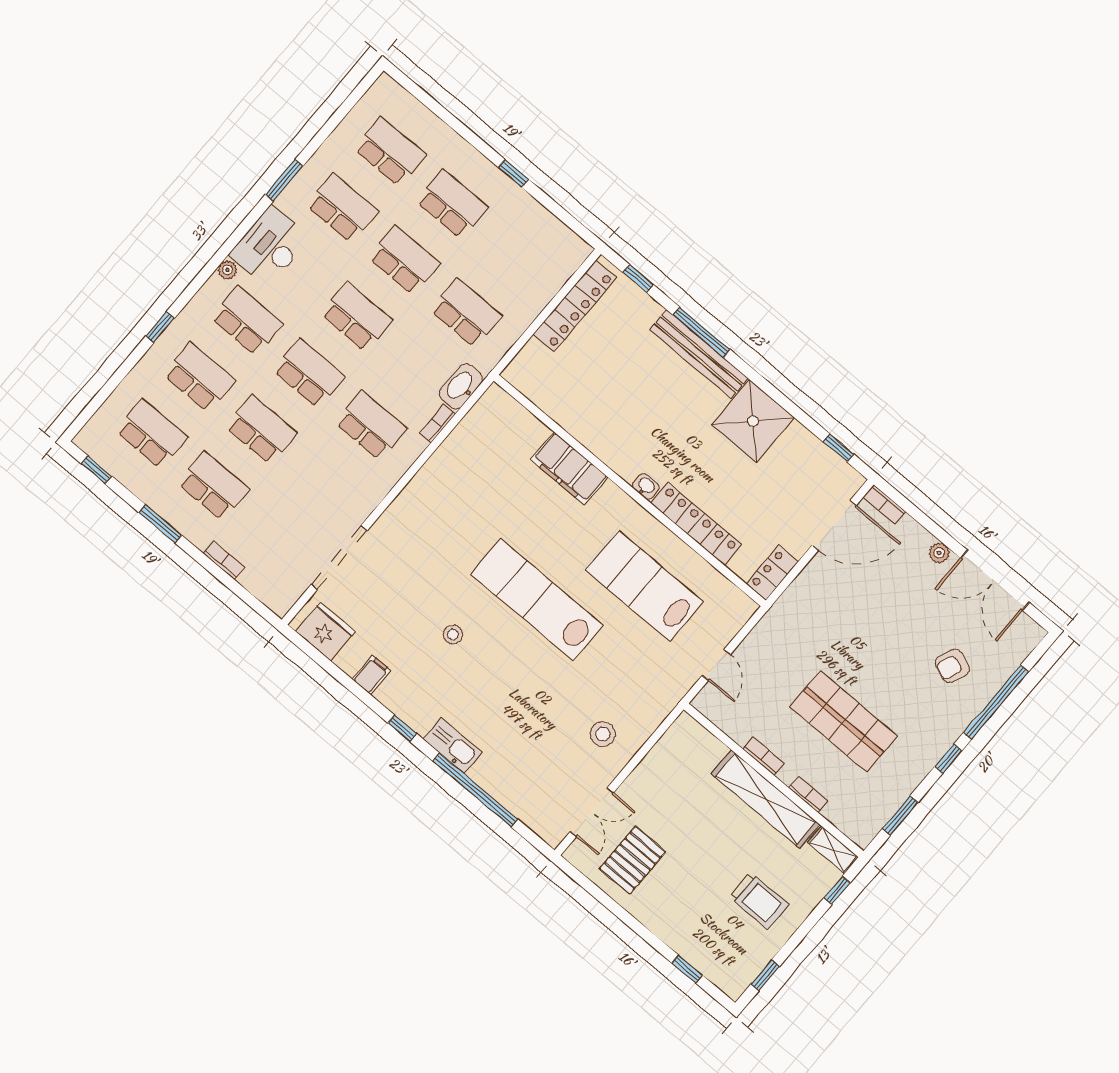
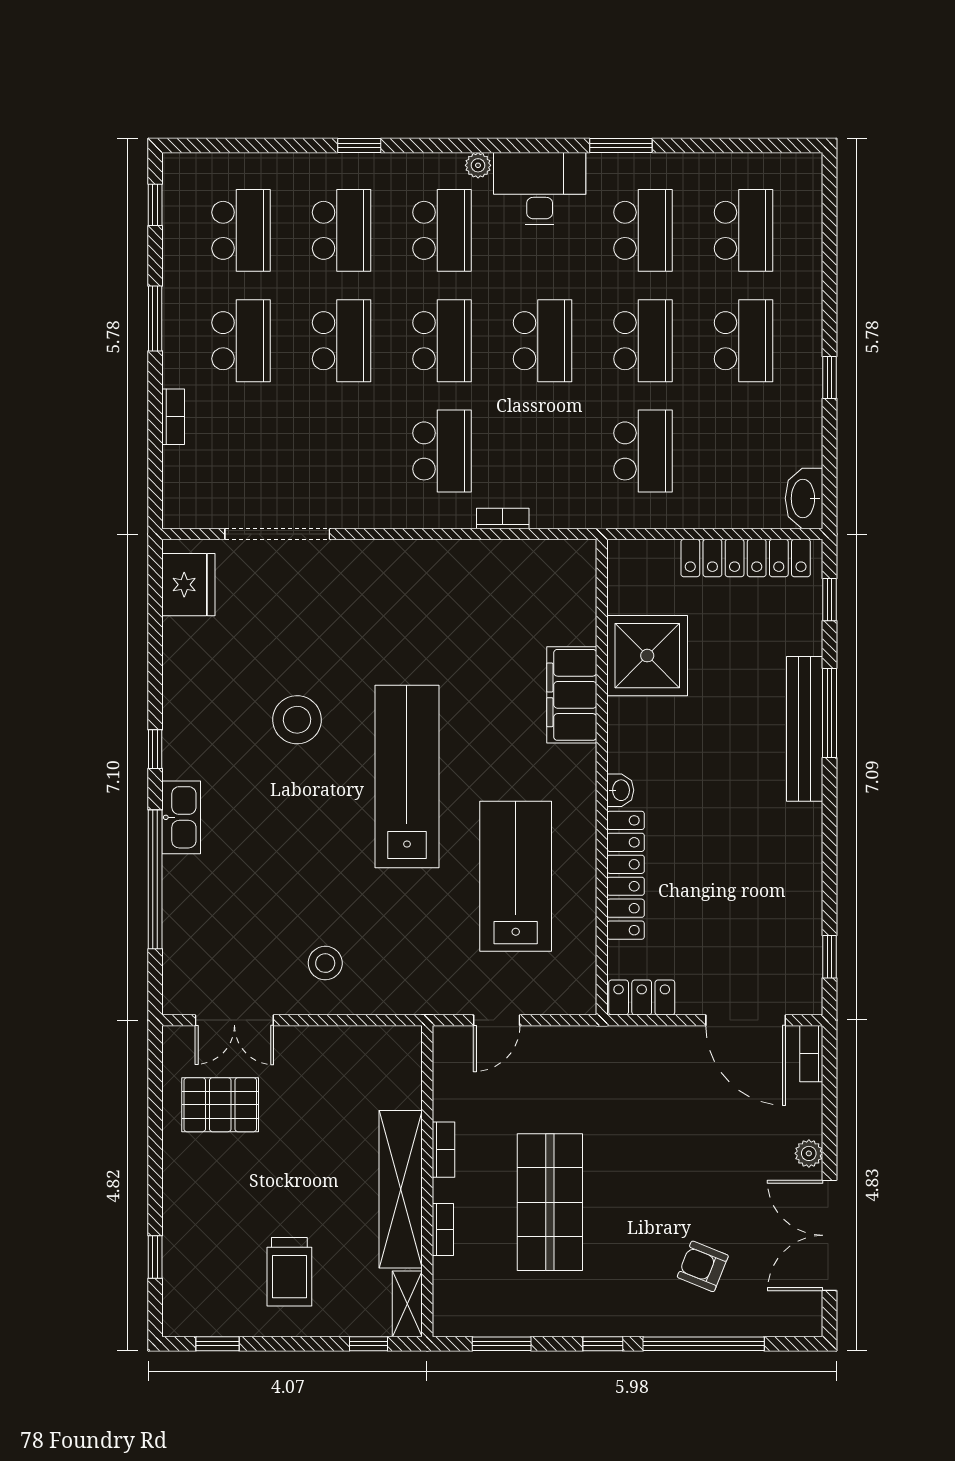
washbasin: (461, 386) -> (804, 498), moved, turned -90
shower: (753, 421) -> (647, 656), moved
stool: (453, 634) -> (297, 720), width x1.89, depth x1.89
filing cabinet: (371, 675) -> (184, 670), removed

